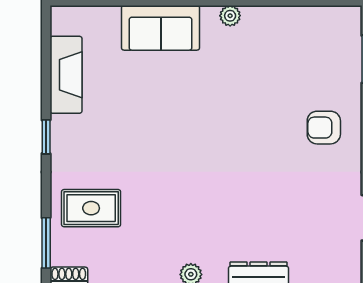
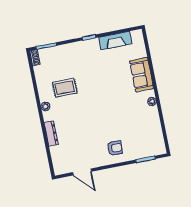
armchair: (324, 128) -> (115, 148), turned 93
rug: (91, 208) -> (65, 88), moved, turned 90

